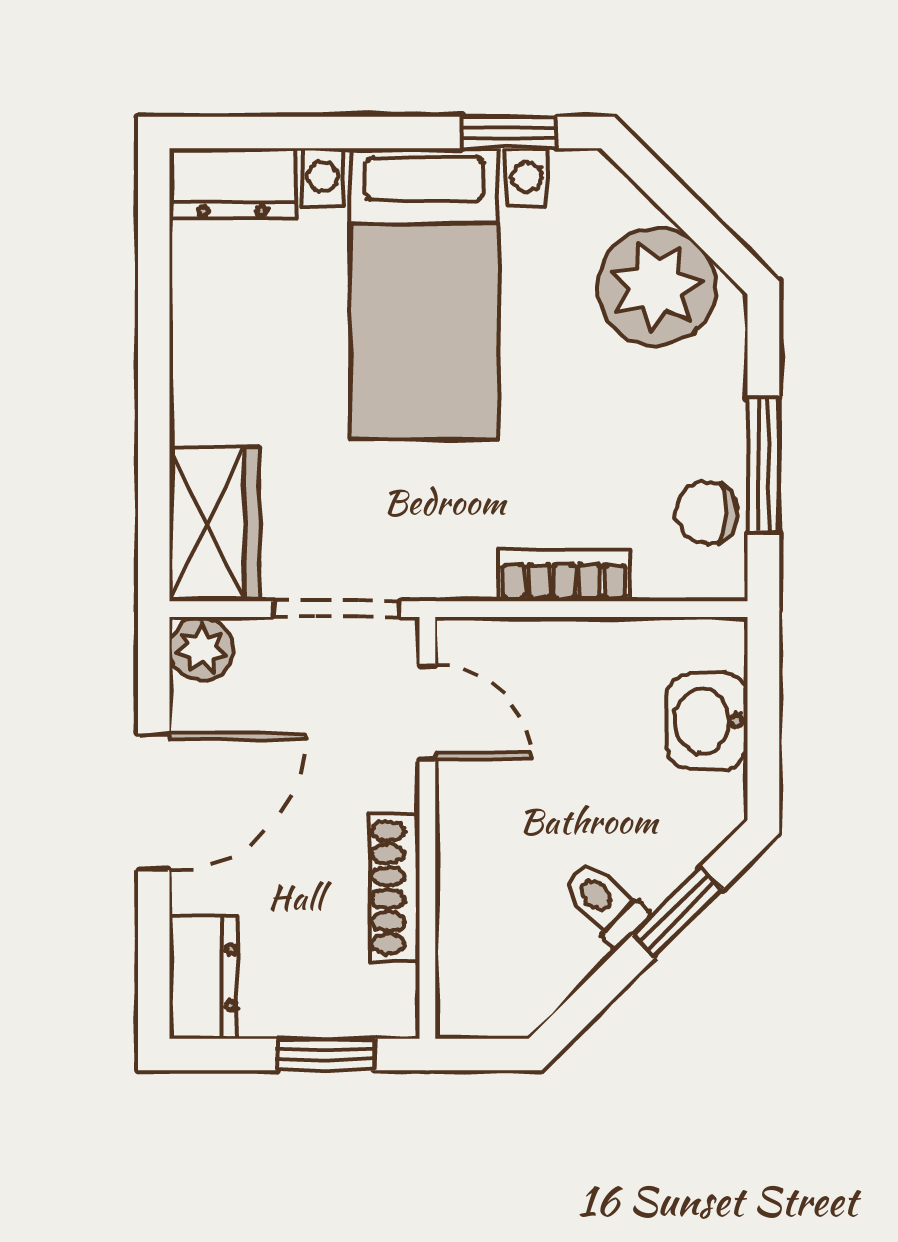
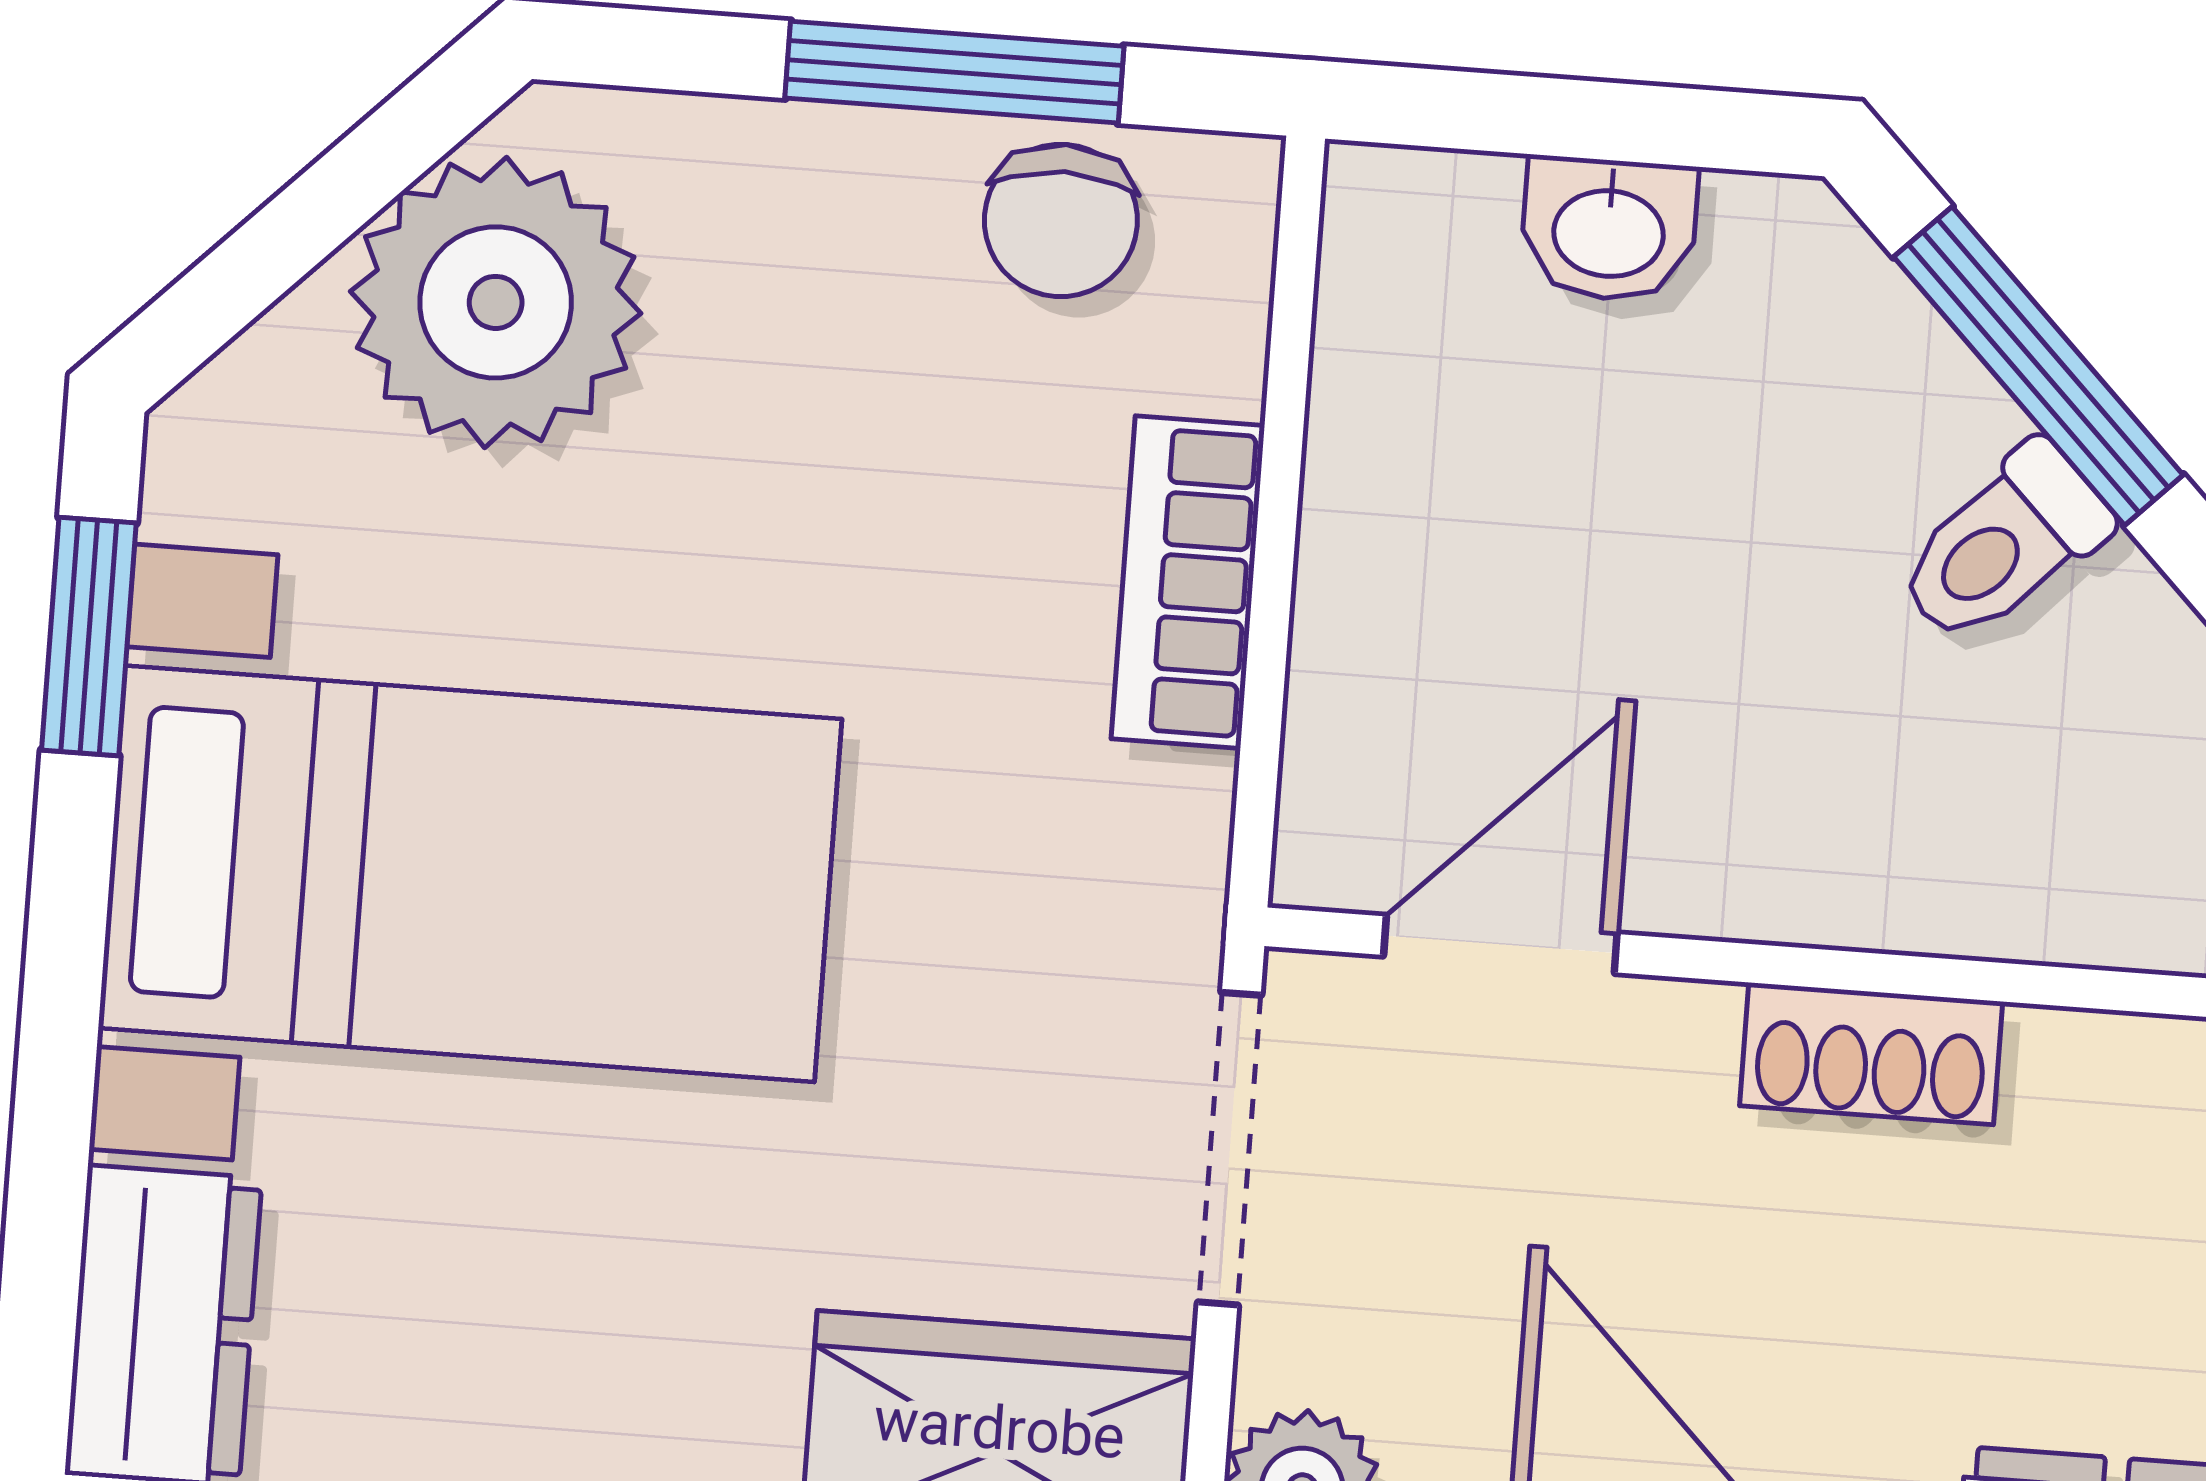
washbasin: (707, 721) -> (1609, 229), width x0.72, depth x0.69
shoe rack: (394, 888) -> (1871, 1054), width x0.70
window: (678, 912) -> (2038, 366), width x1.50

